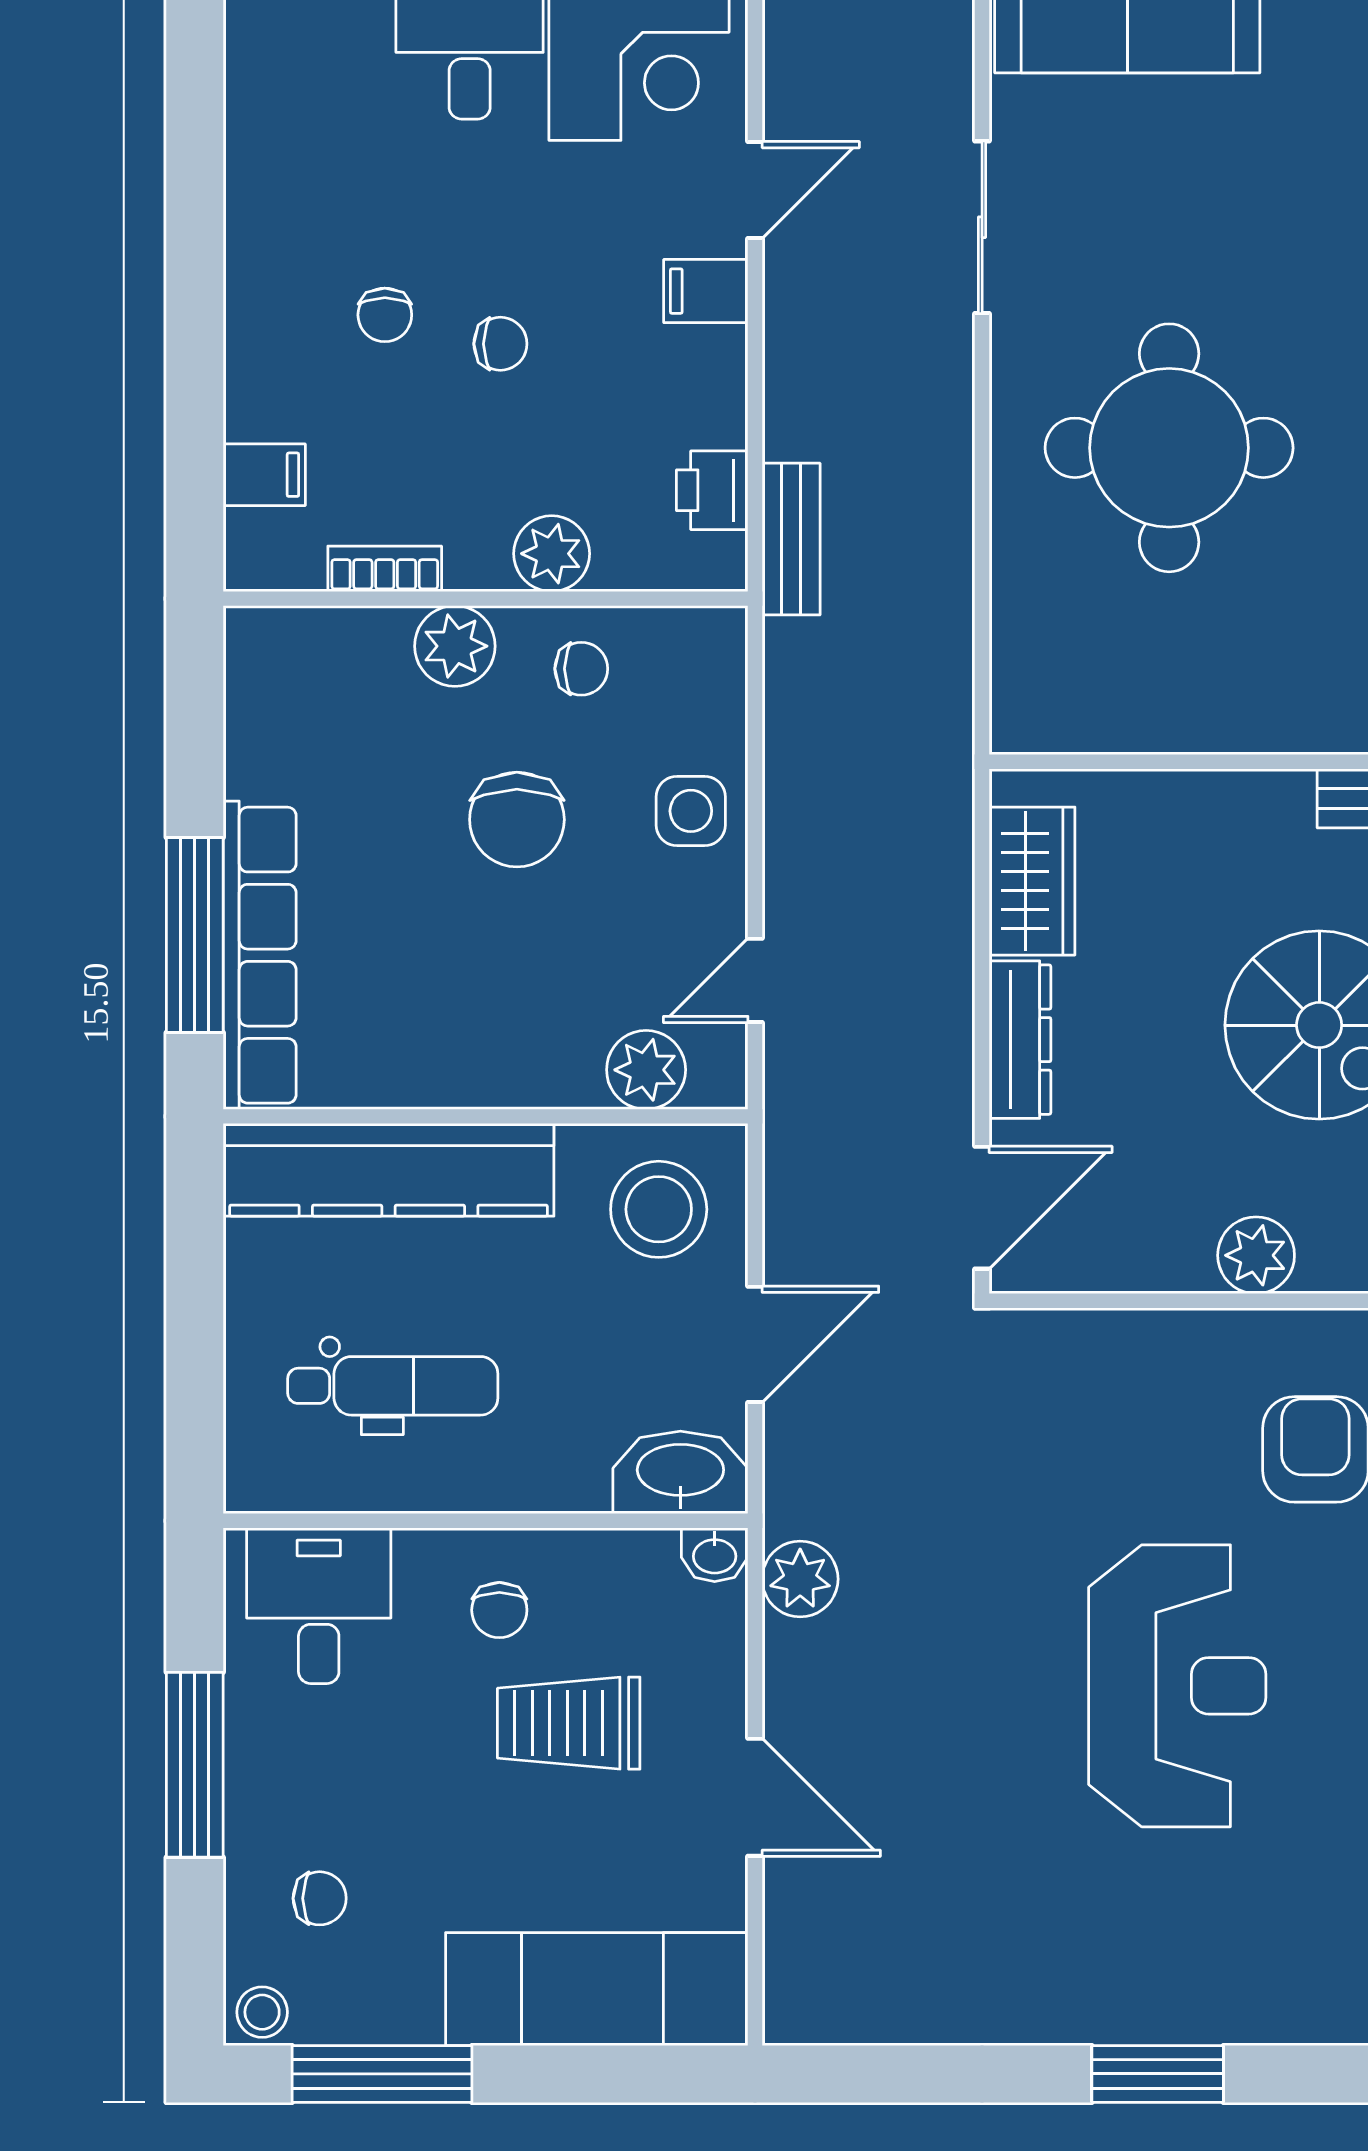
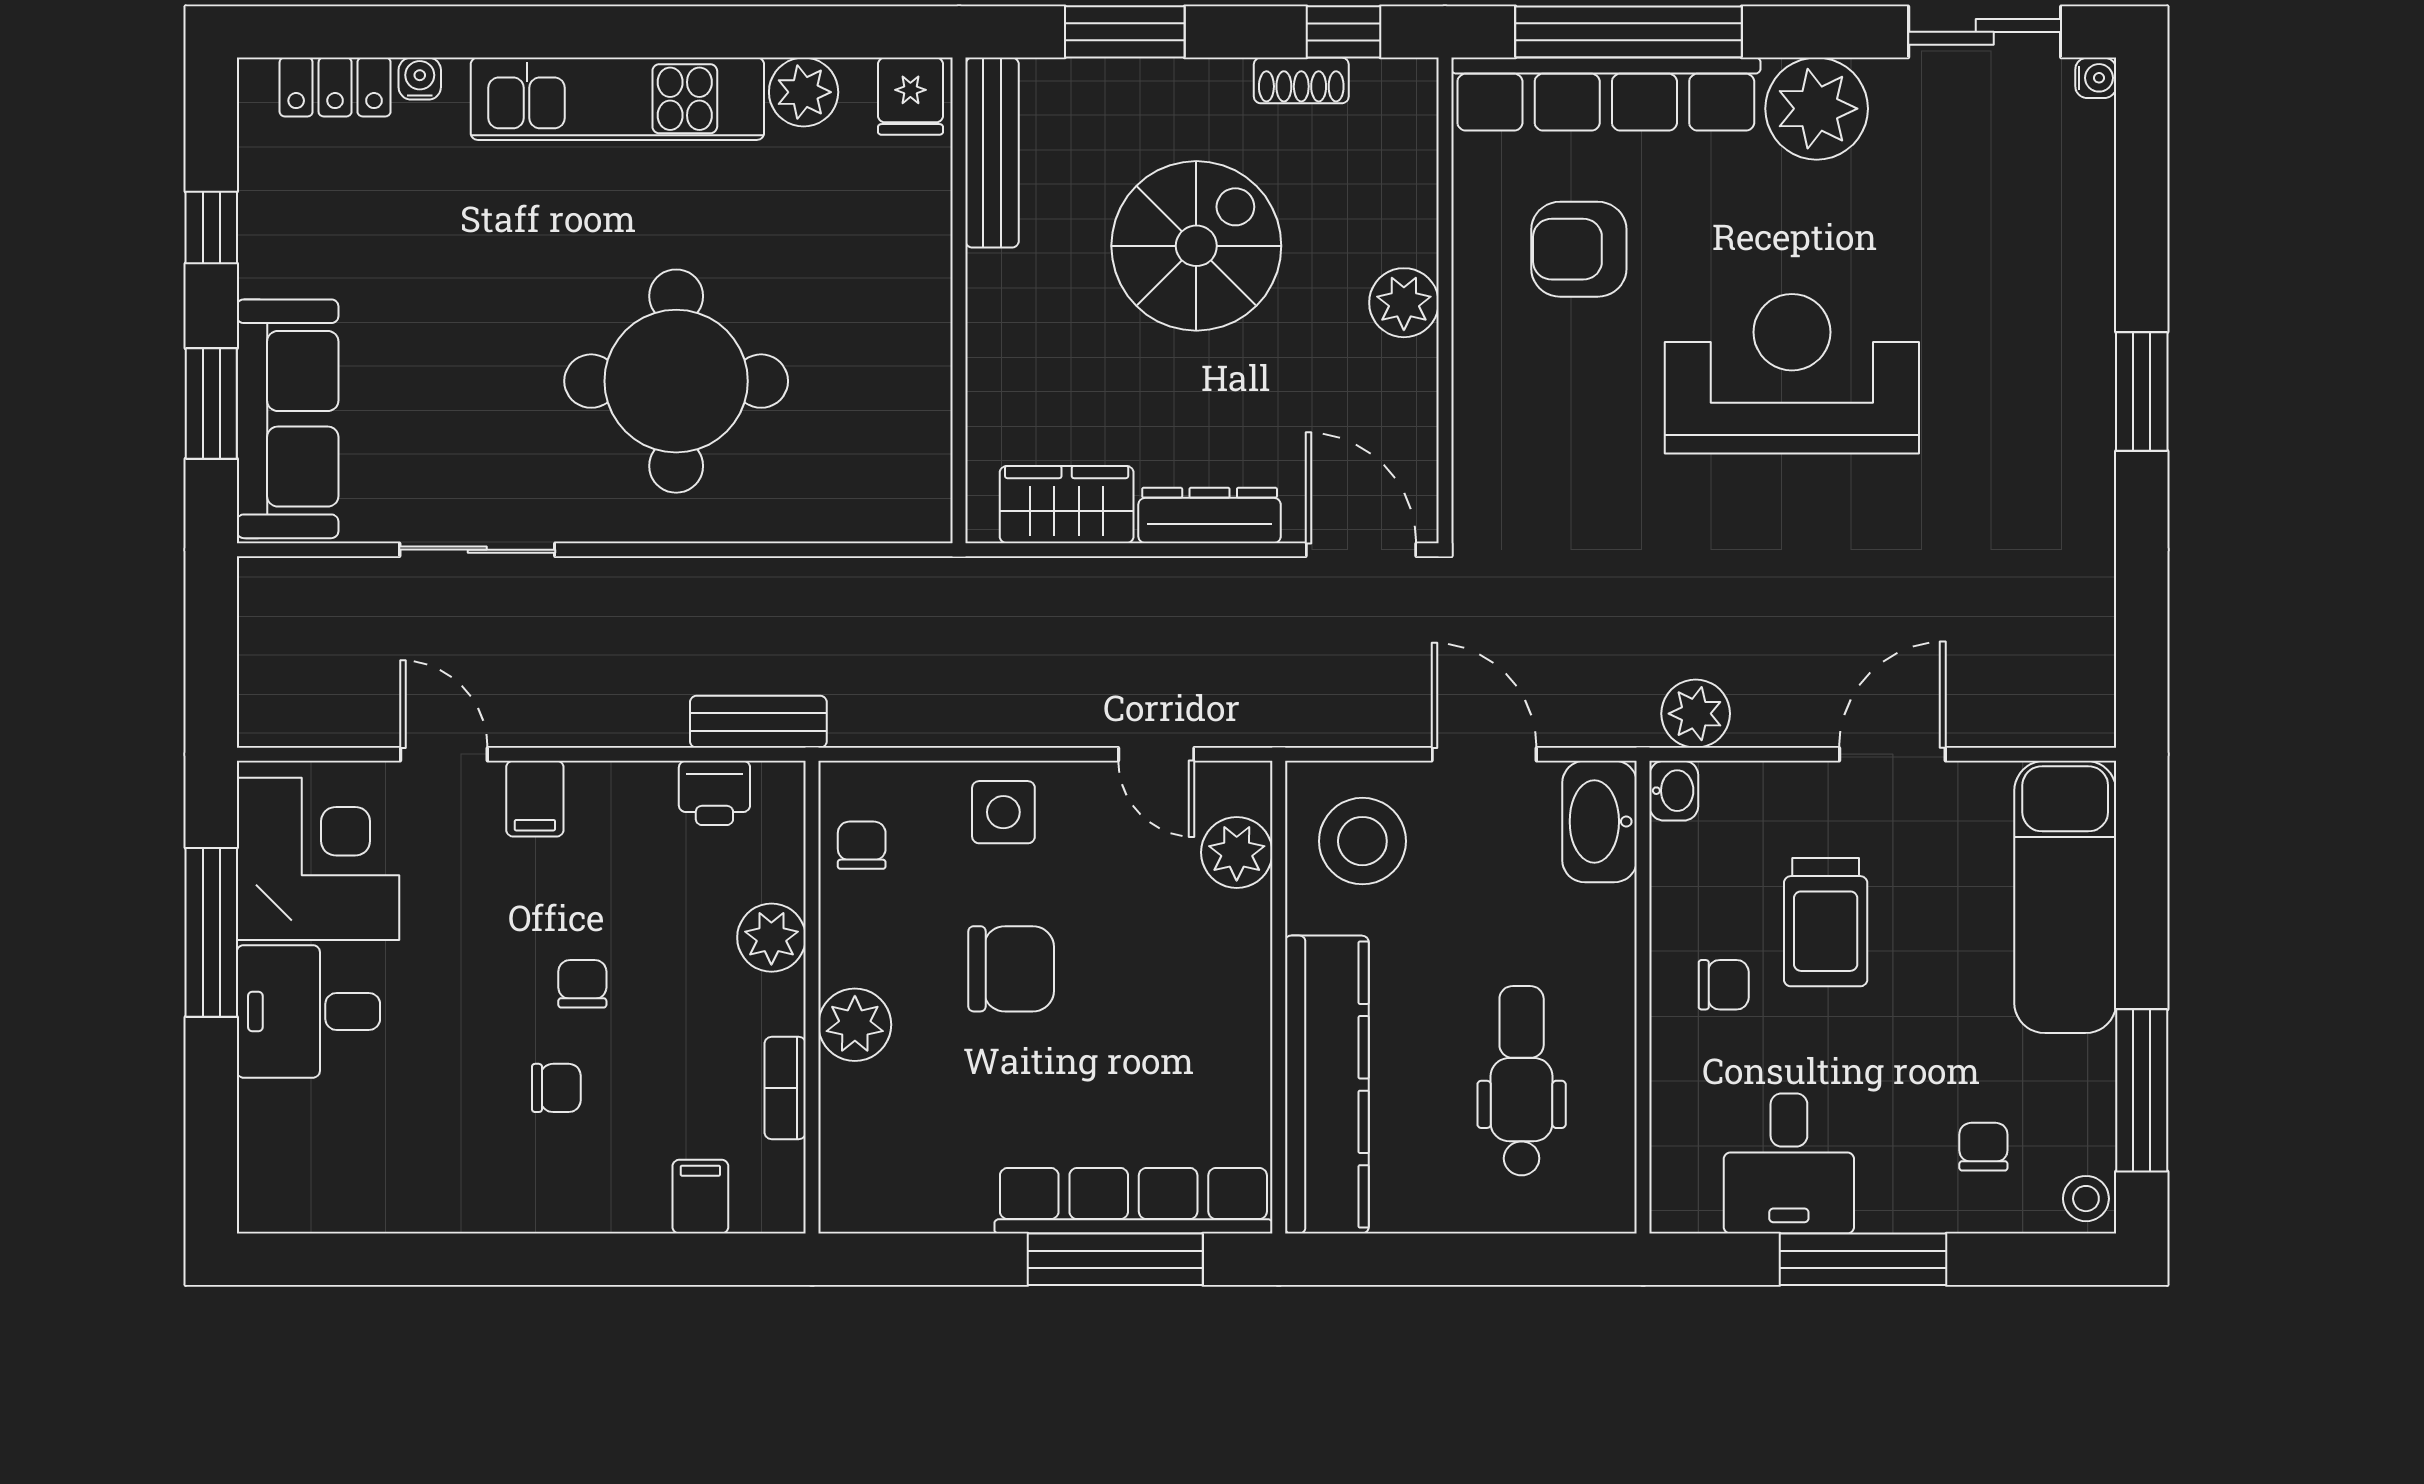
chair: (581, 669) -> (862, 845), moved
desk: (319, 1606) -> (1789, 1163), moved, turned -90

